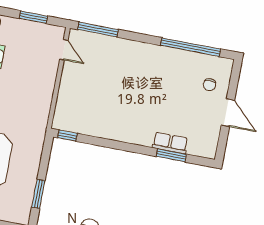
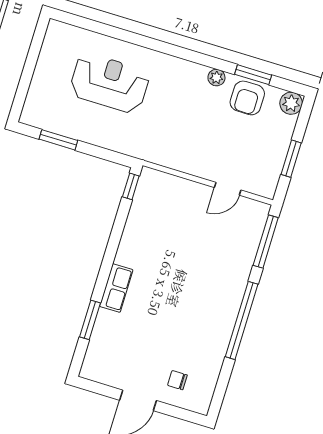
window: (191, 47) -> (242, 320), moved
door: (64, 50) -> (228, 189), moved
row of seats: (170, 143) -> (116, 288), moved

